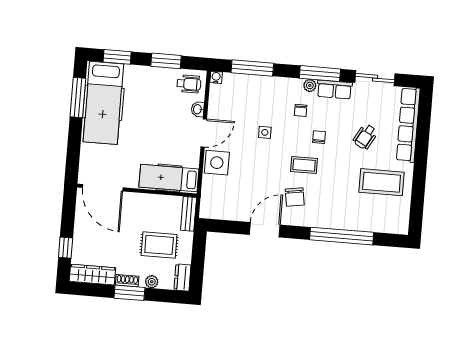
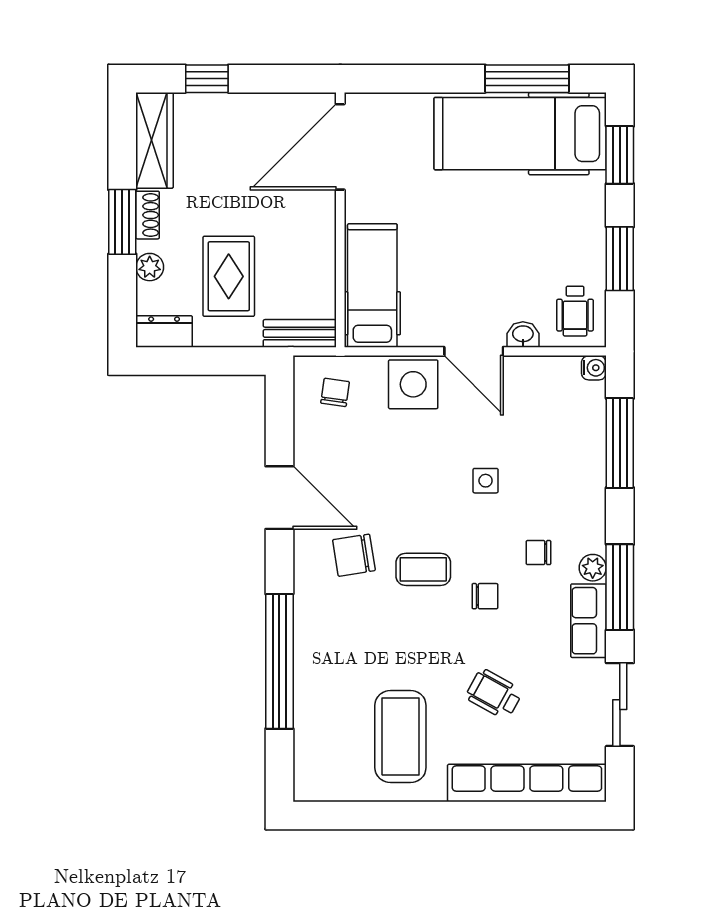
coffee table: (304, 165) -> (423, 569), turned 90
chair: (218, 200) -> (335, 392), added

